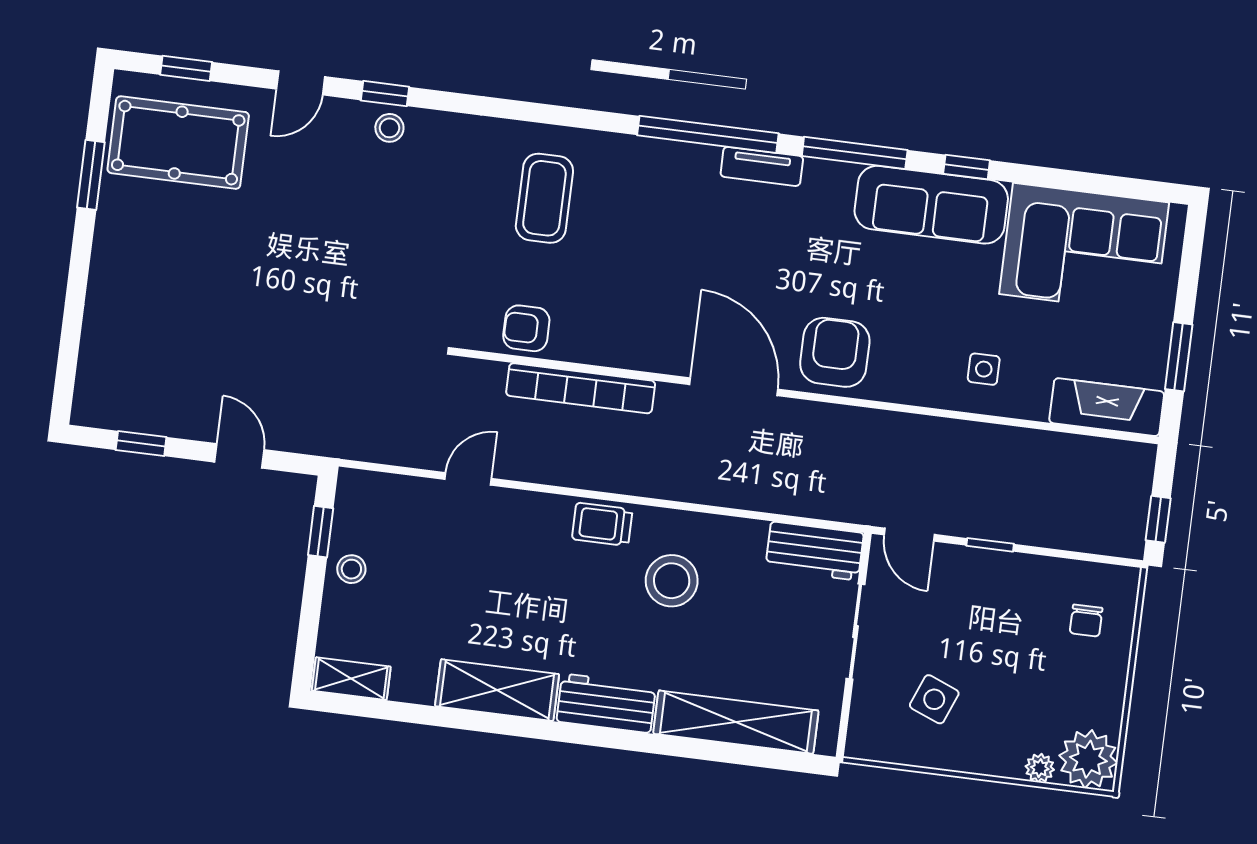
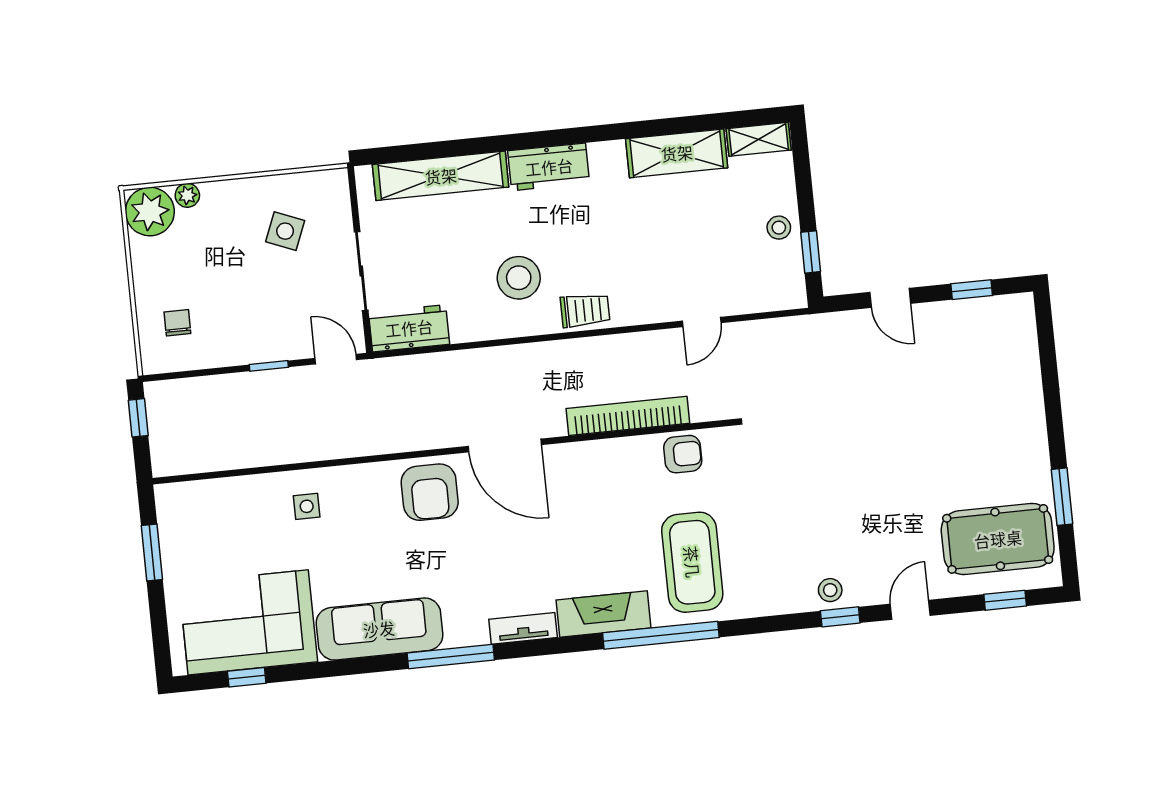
window: (708, 134) -> (661, 635), moved
window: (967, 167) -> (247, 677), moved
coffee table: (544, 198) -> (692, 562), width x1.36, depth x1.32
fireplace: (1107, 407) -> (603, 614), moved, turned 180
shelving: (497, 690) -> (677, 153), moved

